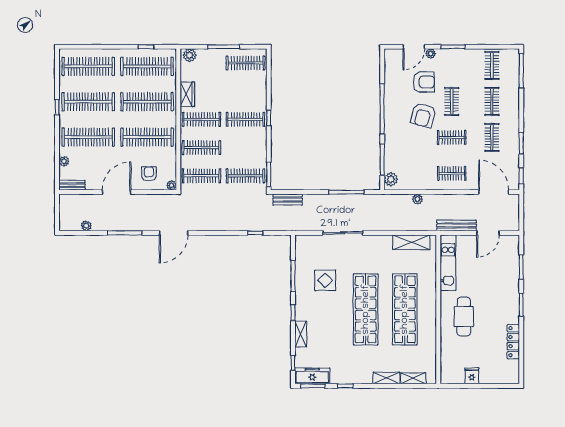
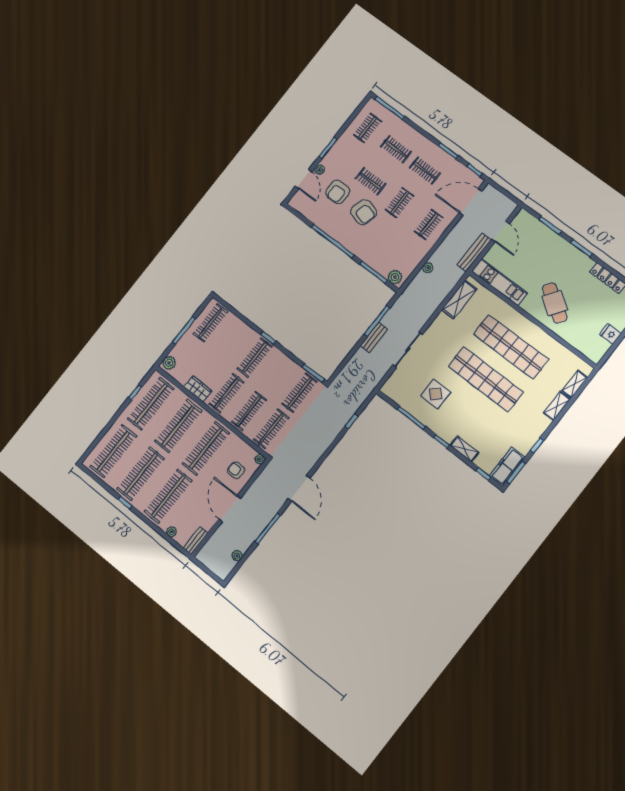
clothes rail: (492, 65) -> (367, 128), turned 90
armchair: (424, 82) -> (338, 192), turned 180
bench: (288, 200) -> (374, 337), moved
cafe table: (464, 317) -> (555, 303), turned 34

